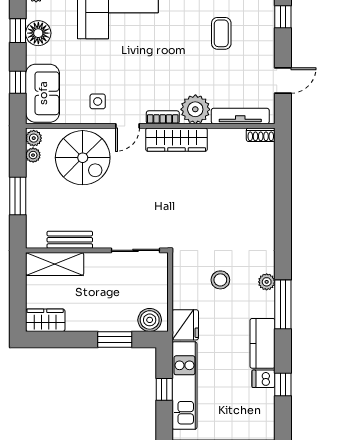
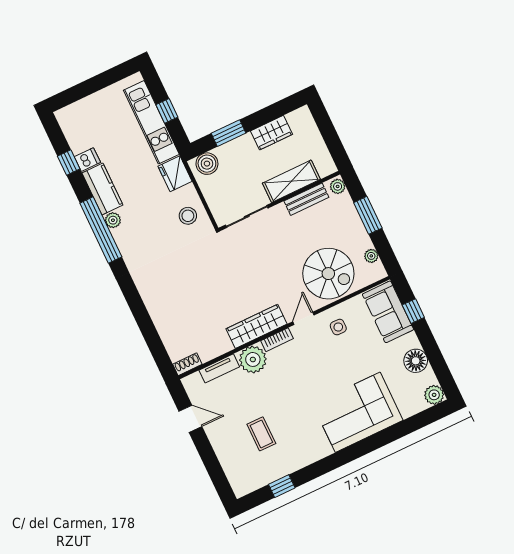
window: (283, 17) -> (216, 473), removed
window: (18, 31) -> (434, 355), removed
door: (283, 80) -> (190, 419), swing flipped
tv unit: (240, 116) -> (219, 368), width x0.71
plant: (34, 138) -> (338, 186), moved
spiral stairs: (83, 158) -> (328, 274), turned 180
shelving: (55, 264) -> (291, 181), moved
stool: (220, 280) -> (188, 216), moved
plant: (267, 282) -> (113, 220), moved
window: (283, 304) -> (101, 230), width x1.46
wardrobe: (45, 320) -> (272, 133), moved

